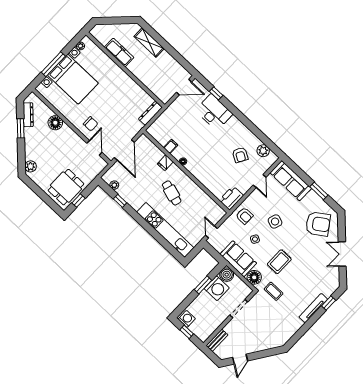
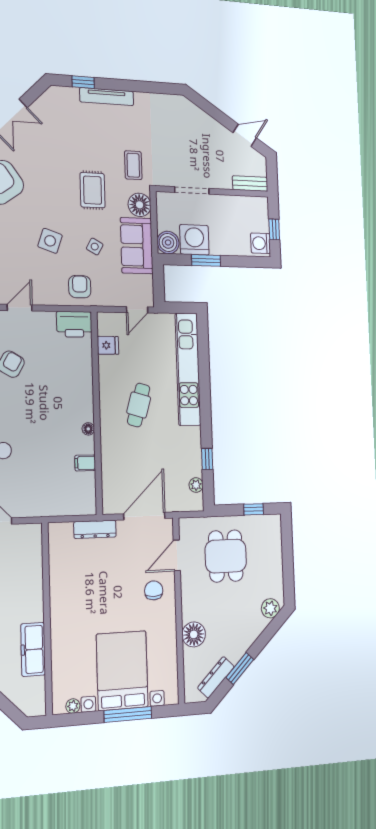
dresser: (150, 113) -> (95, 529), moved
fridge: (165, 163) -> (108, 345), moved
dining table: (66, 187) -> (226, 556), moved, turned 90
rug: (279, 262) -> (93, 190), turned 90

